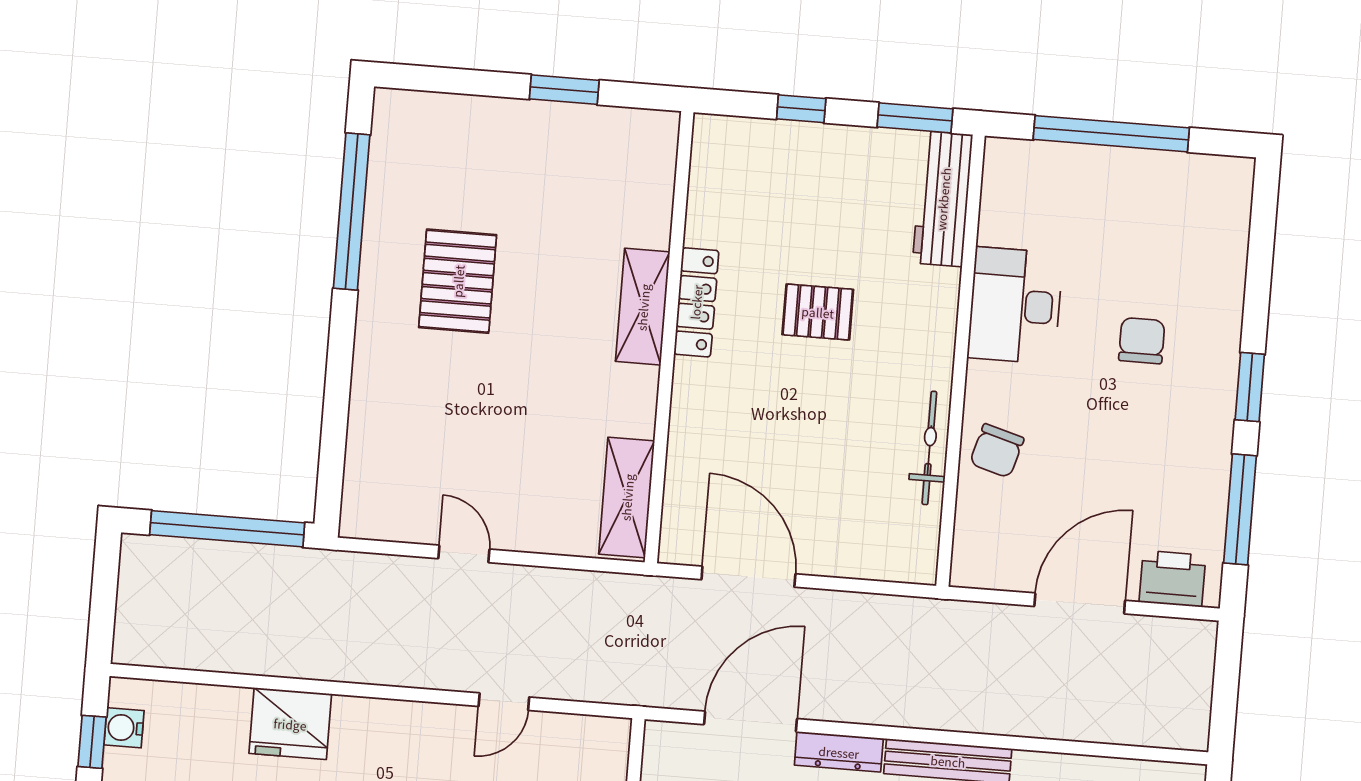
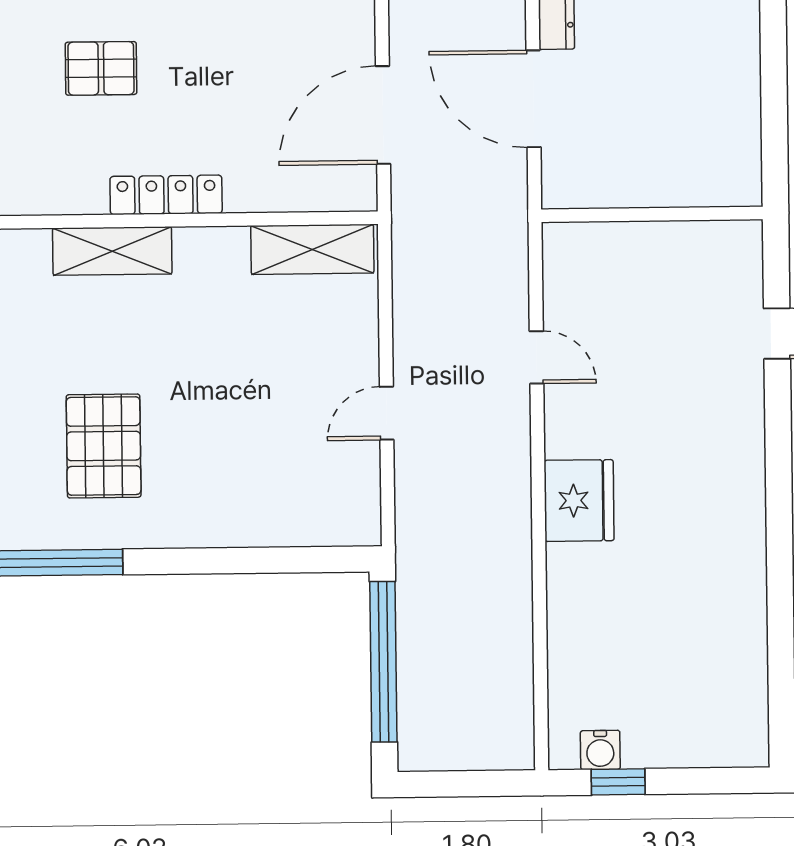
pallet: (458, 281) -> (104, 446), turned 90
locker: (696, 302) -> (166, 195), moved
pallet: (818, 312) -> (101, 68), turned 90
fridge: (290, 724) -> (579, 501), moved

